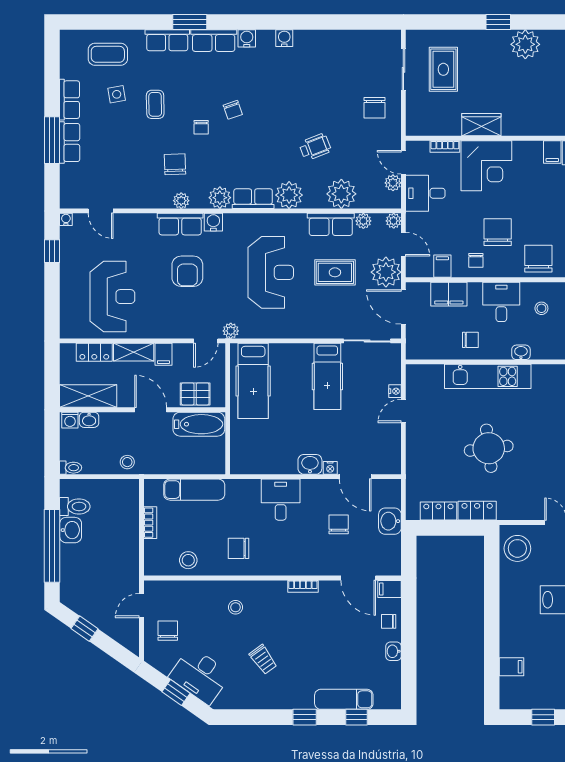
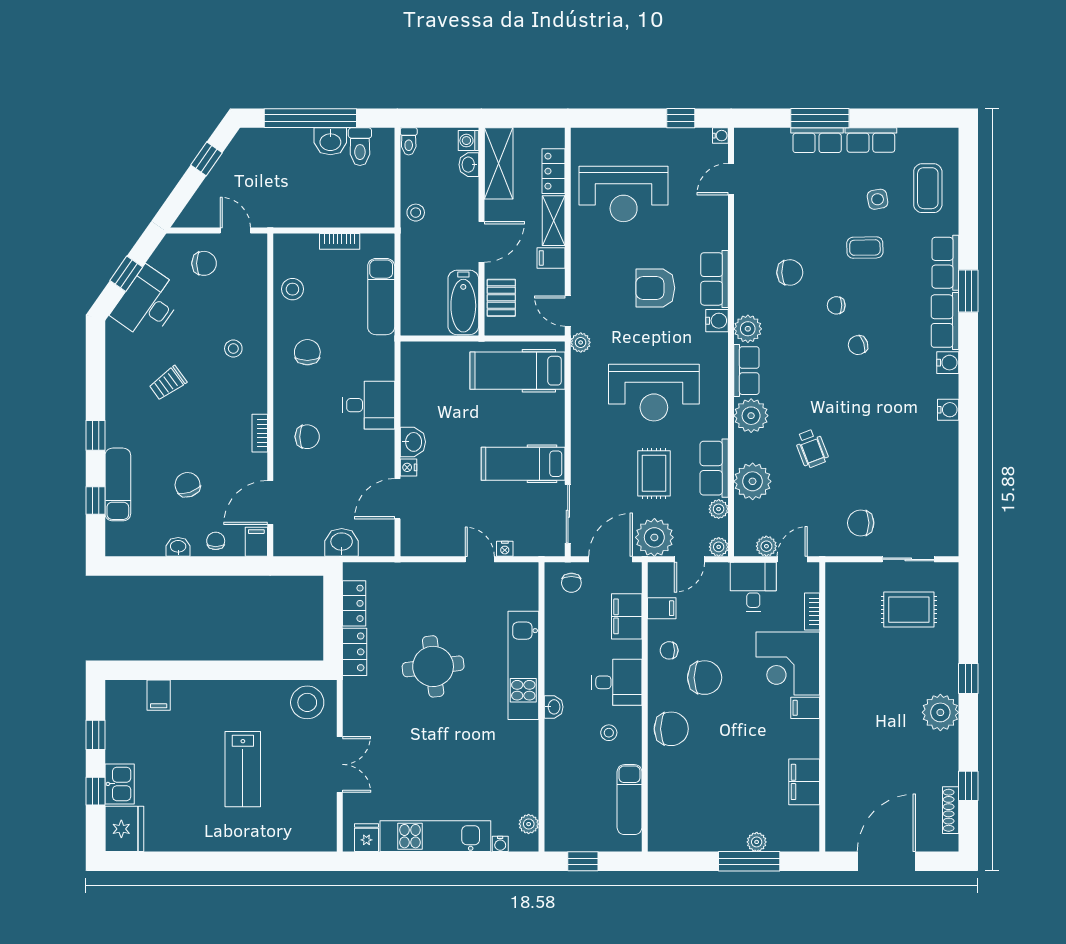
wardrobe: (481, 125) -> (839, 657), removed
filing cabinet: (552, 152) -> (805, 708), moved
plant: (181, 201) -> (744, 280), removed
chair: (470, 340) -> (571, 583), moved
chair: (339, 524) -> (307, 437), moved
chair: (344, 644) -> (188, 485), added

